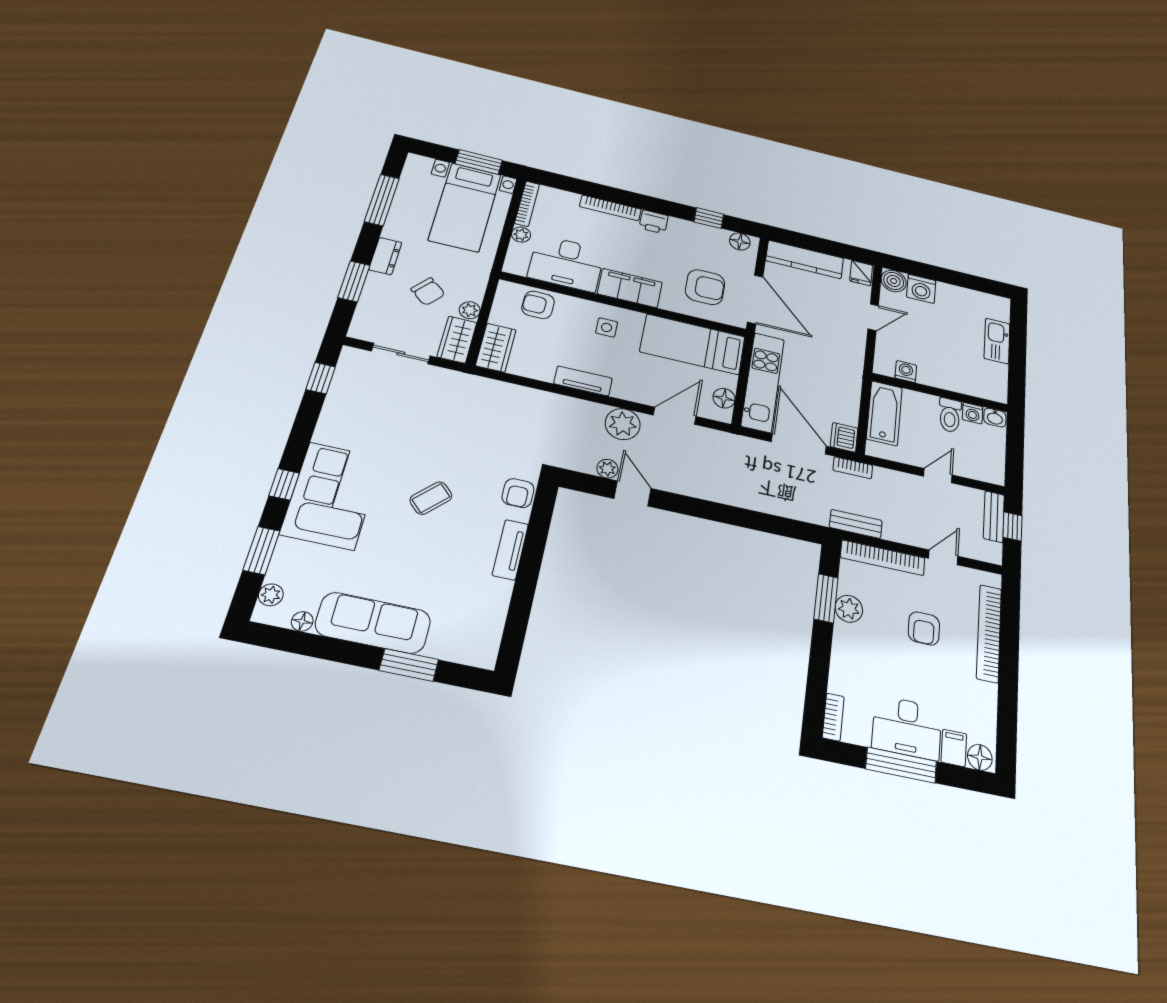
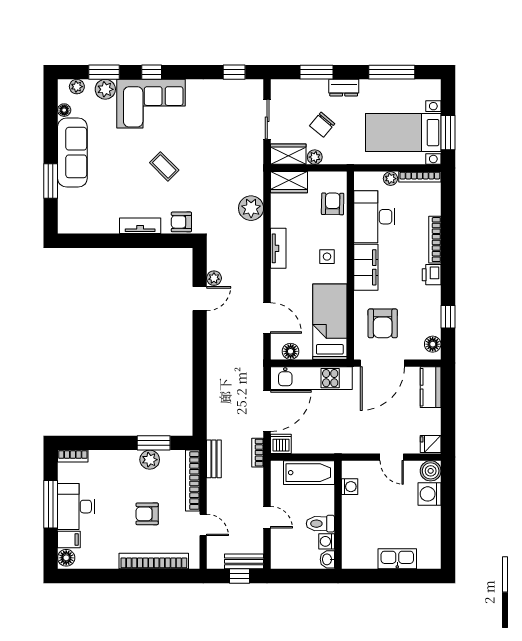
kitchen counter: (805, 259) -> (431, 387), width x0.67
plant: (623, 424) -> (251, 208), moved
plant: (289, 554) -> (105, 89), added

